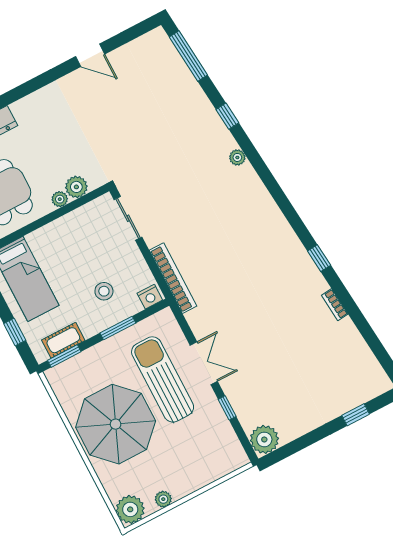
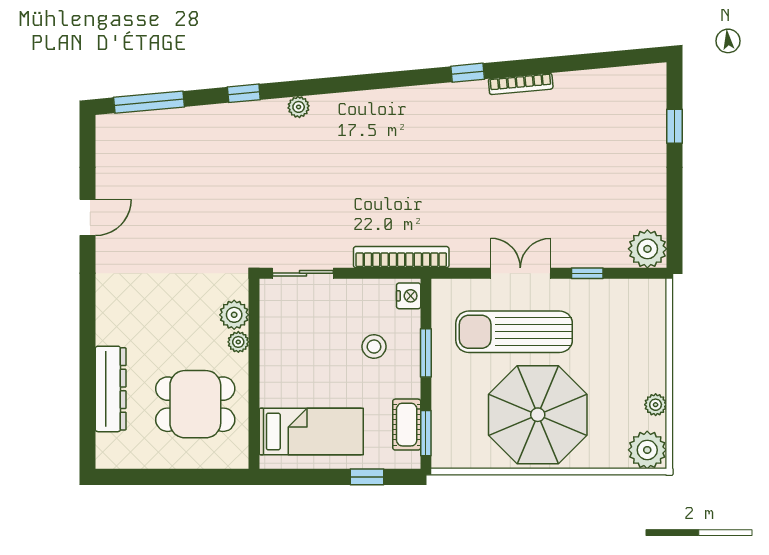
bookcase: (335, 305) -> (521, 84), width x1.56

